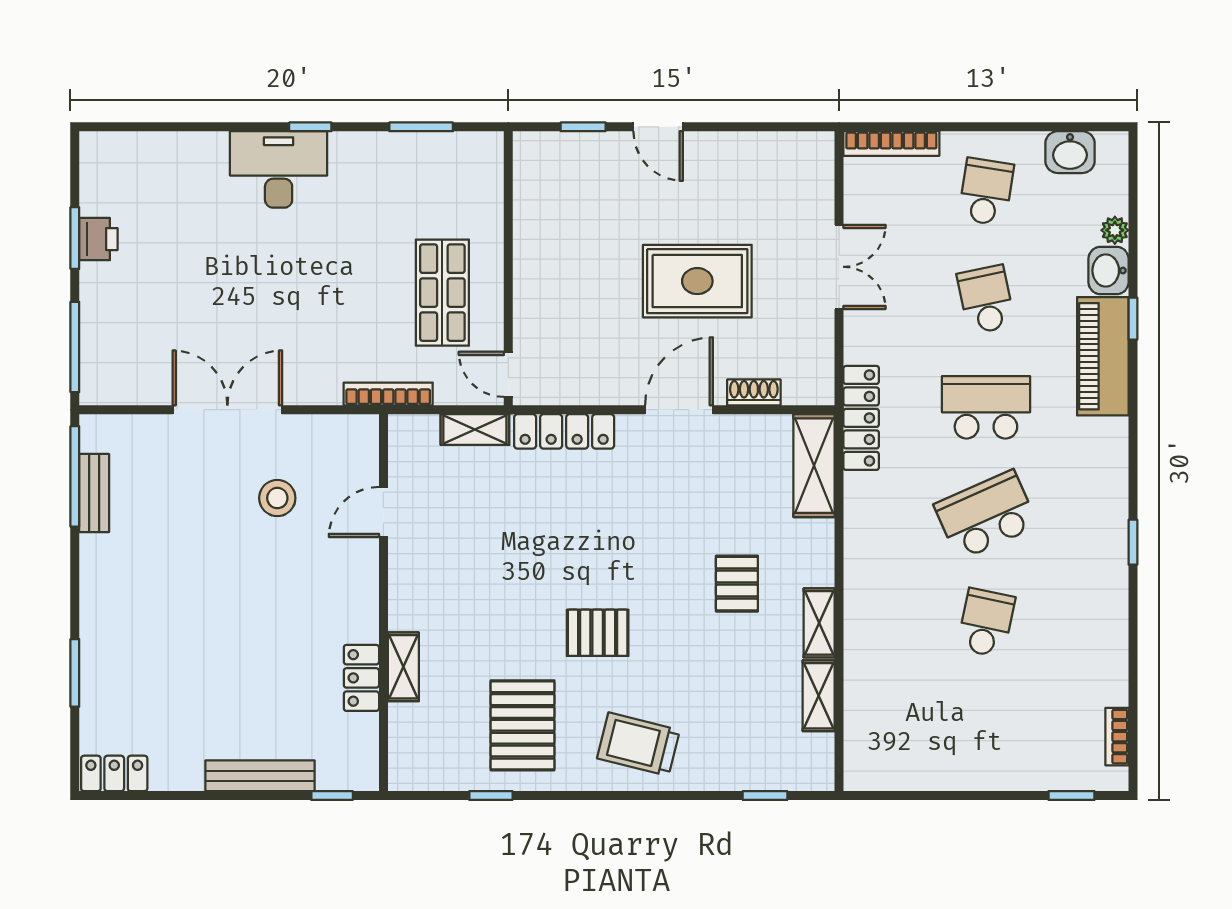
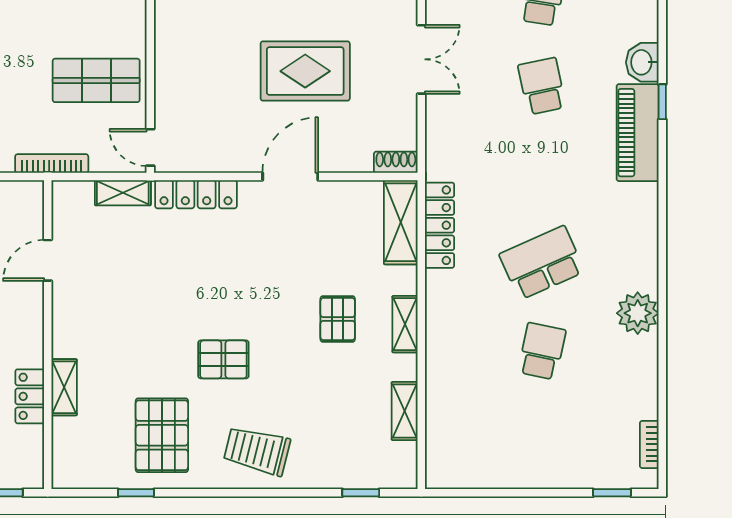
plant: (1115, 230) -> (638, 313), moved, width x1.88, depth x1.88
shop shelf: (442, 293) -> (96, 80), turned 90
shoe rack: (754, 392) -> (396, 162), moved
school desk: (986, 407) -> (542, 174), removed
locker: (861, 418) -> (440, 225), moved
window: (1133, 542) -> (662, 285), removed
shelving: (819, 623) -> (405, 324), moved

